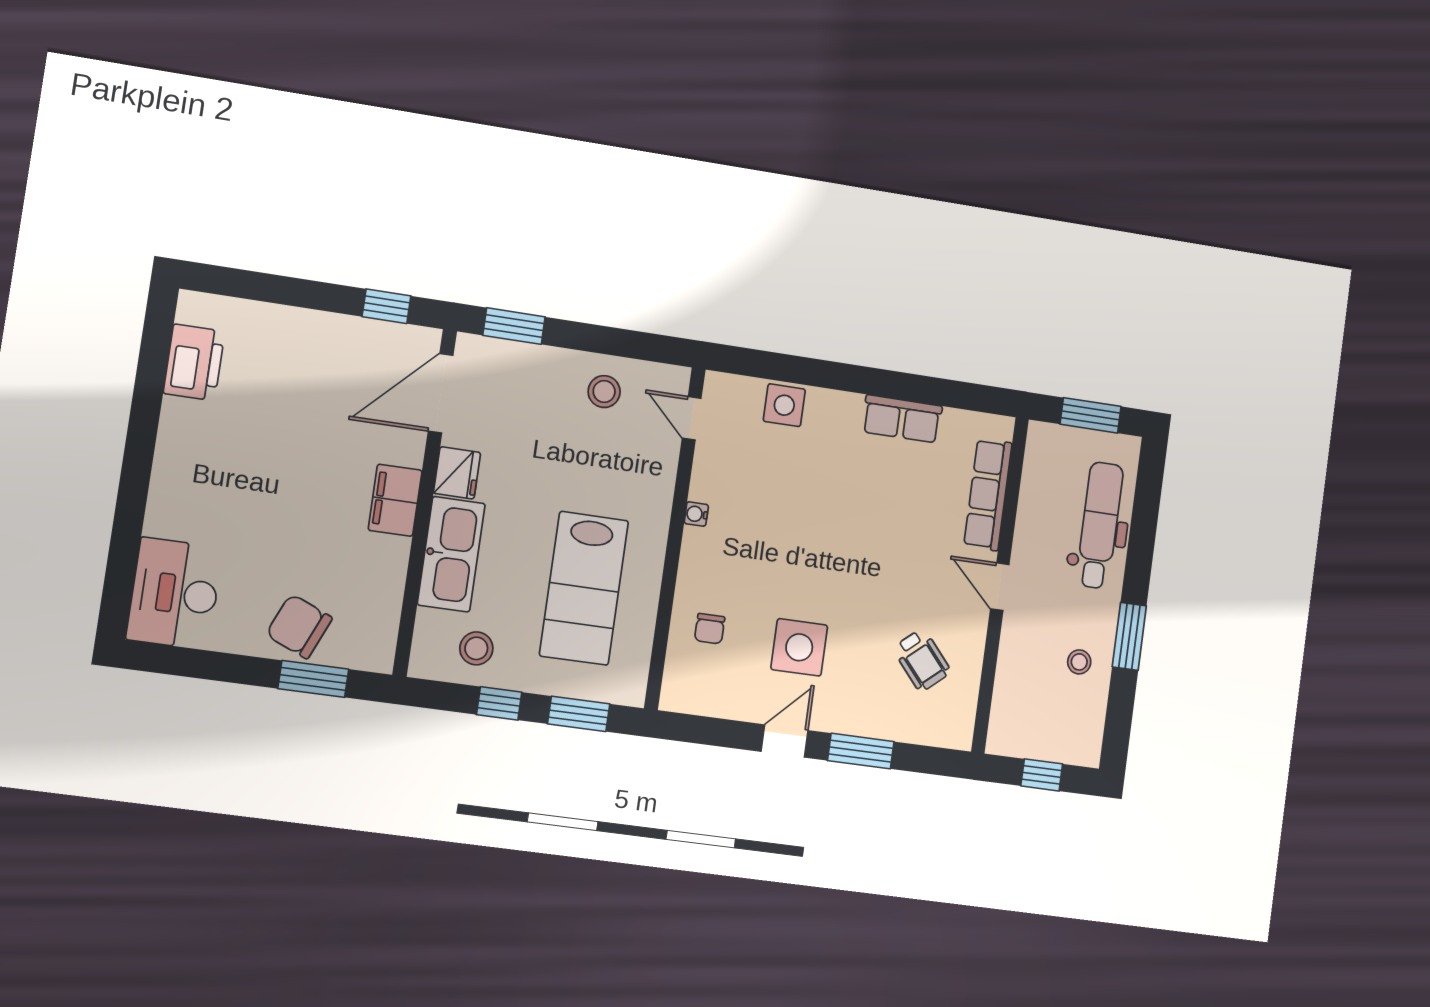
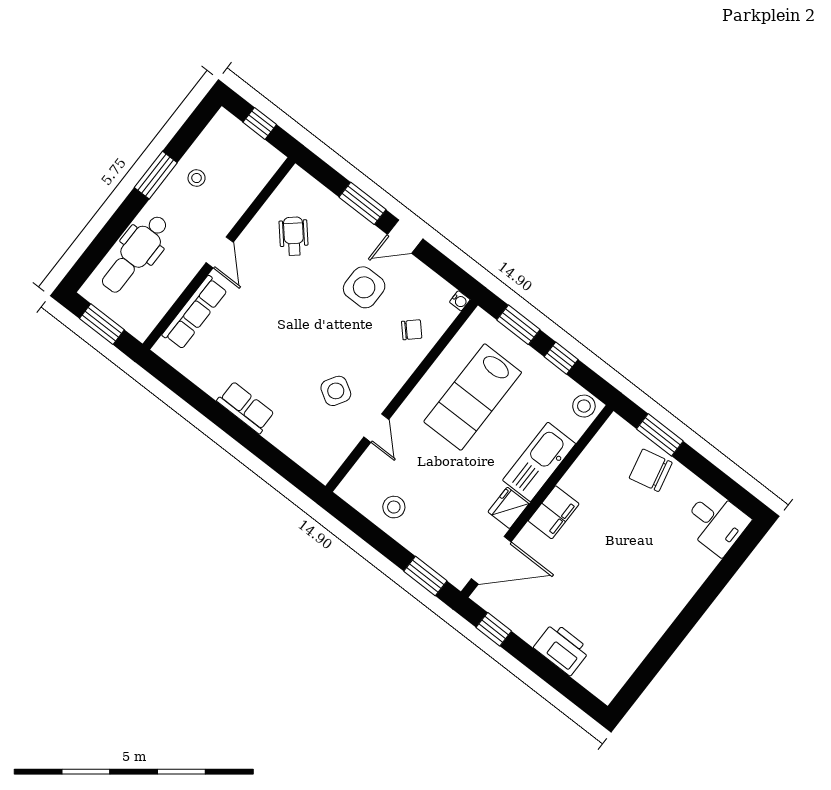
printer: (194, 362) -> (562, 649), moved, turned 90
side table: (784, 405) -> (336, 391), moved, turned 31
door: (692, 418) -> (376, 428), moved
row of seats: (902, 419) -> (246, 407), moved
water cooler: (696, 514) -> (460, 301), moved
lab bench: (584, 588) -> (473, 397), turned 180
desk: (175, 594) -> (716, 523), width x0.73
chair: (299, 626) -> (651, 470), turned 144
chair: (710, 629) -> (412, 330), turned 47
stool: (476, 648) -> (584, 406), moved

